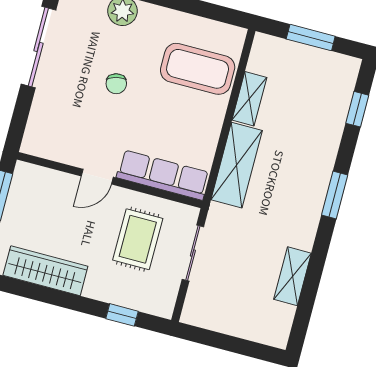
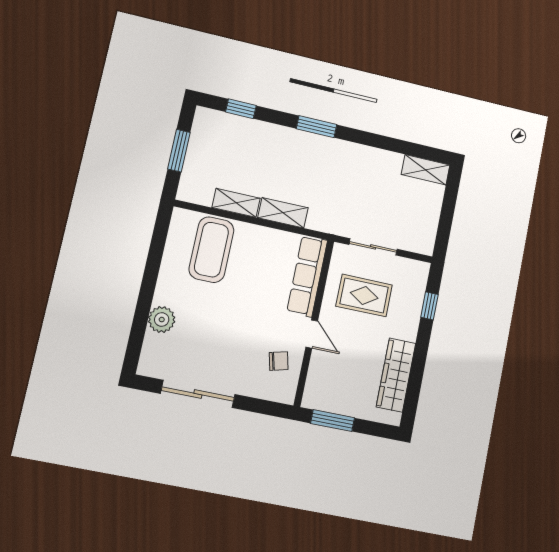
chair: (116, 84) -> (279, 361), moved
shelving: (237, 165) -> (283, 213), width x0.67, depth x0.75
shelving: (292, 276) -> (426, 170), moved

